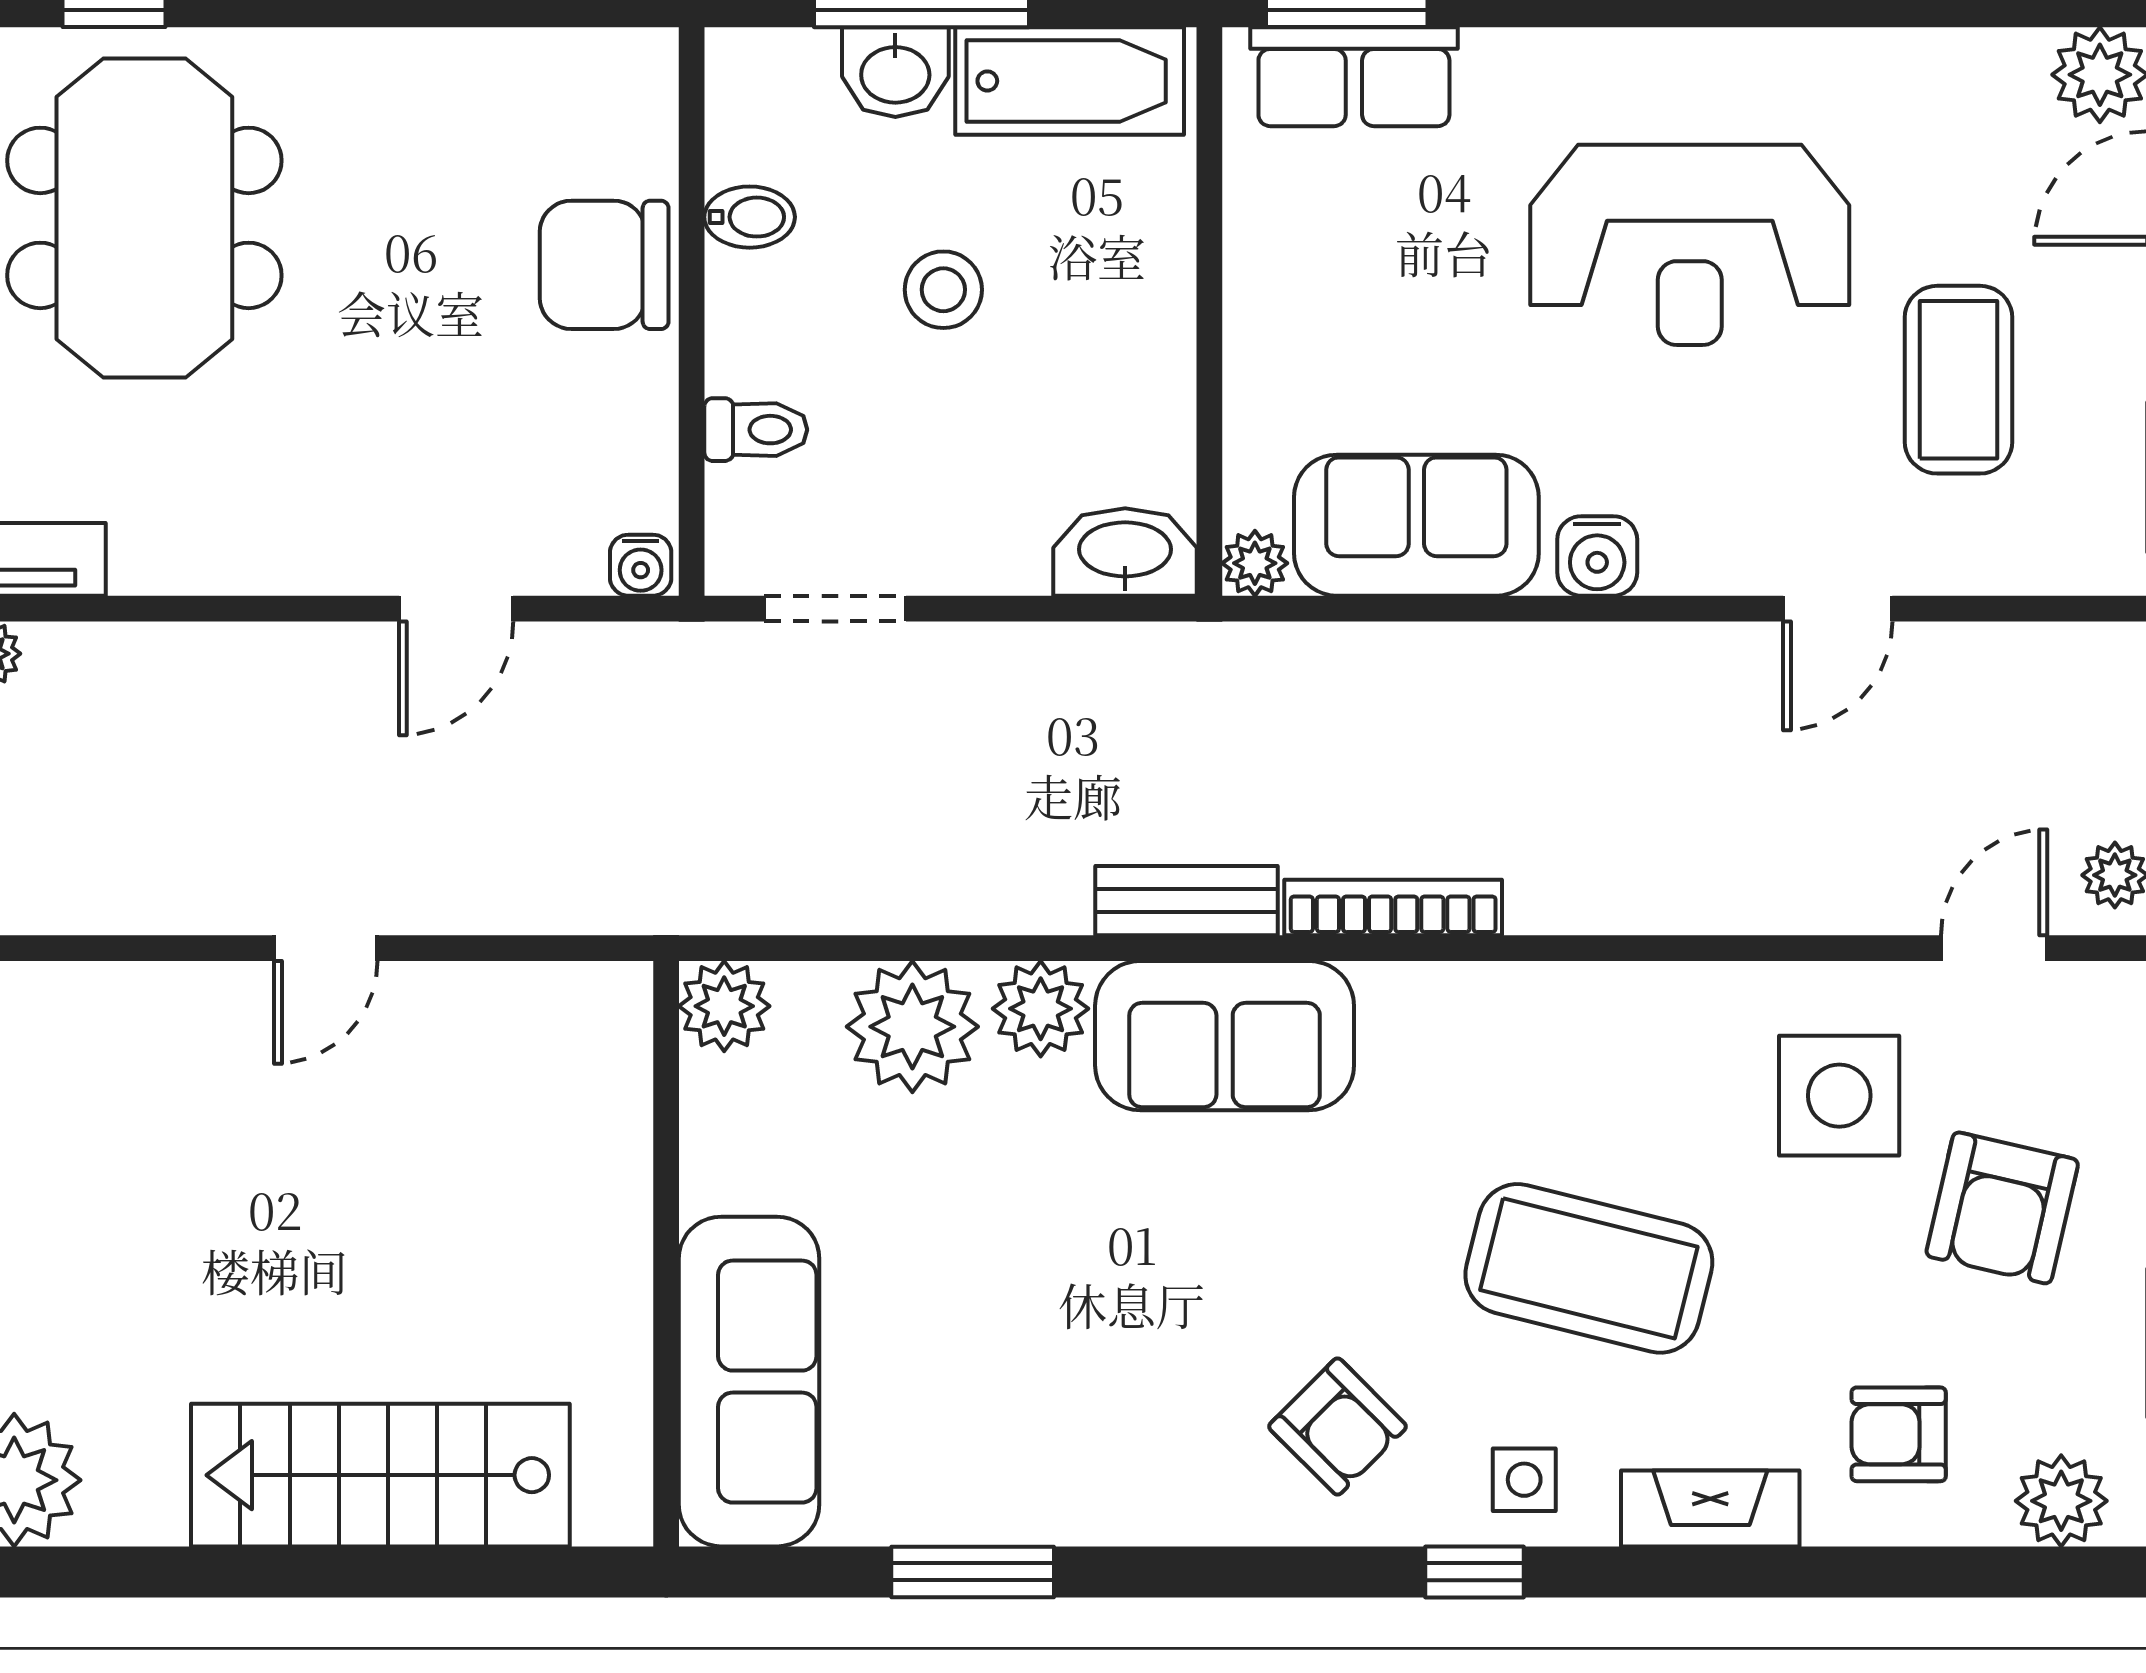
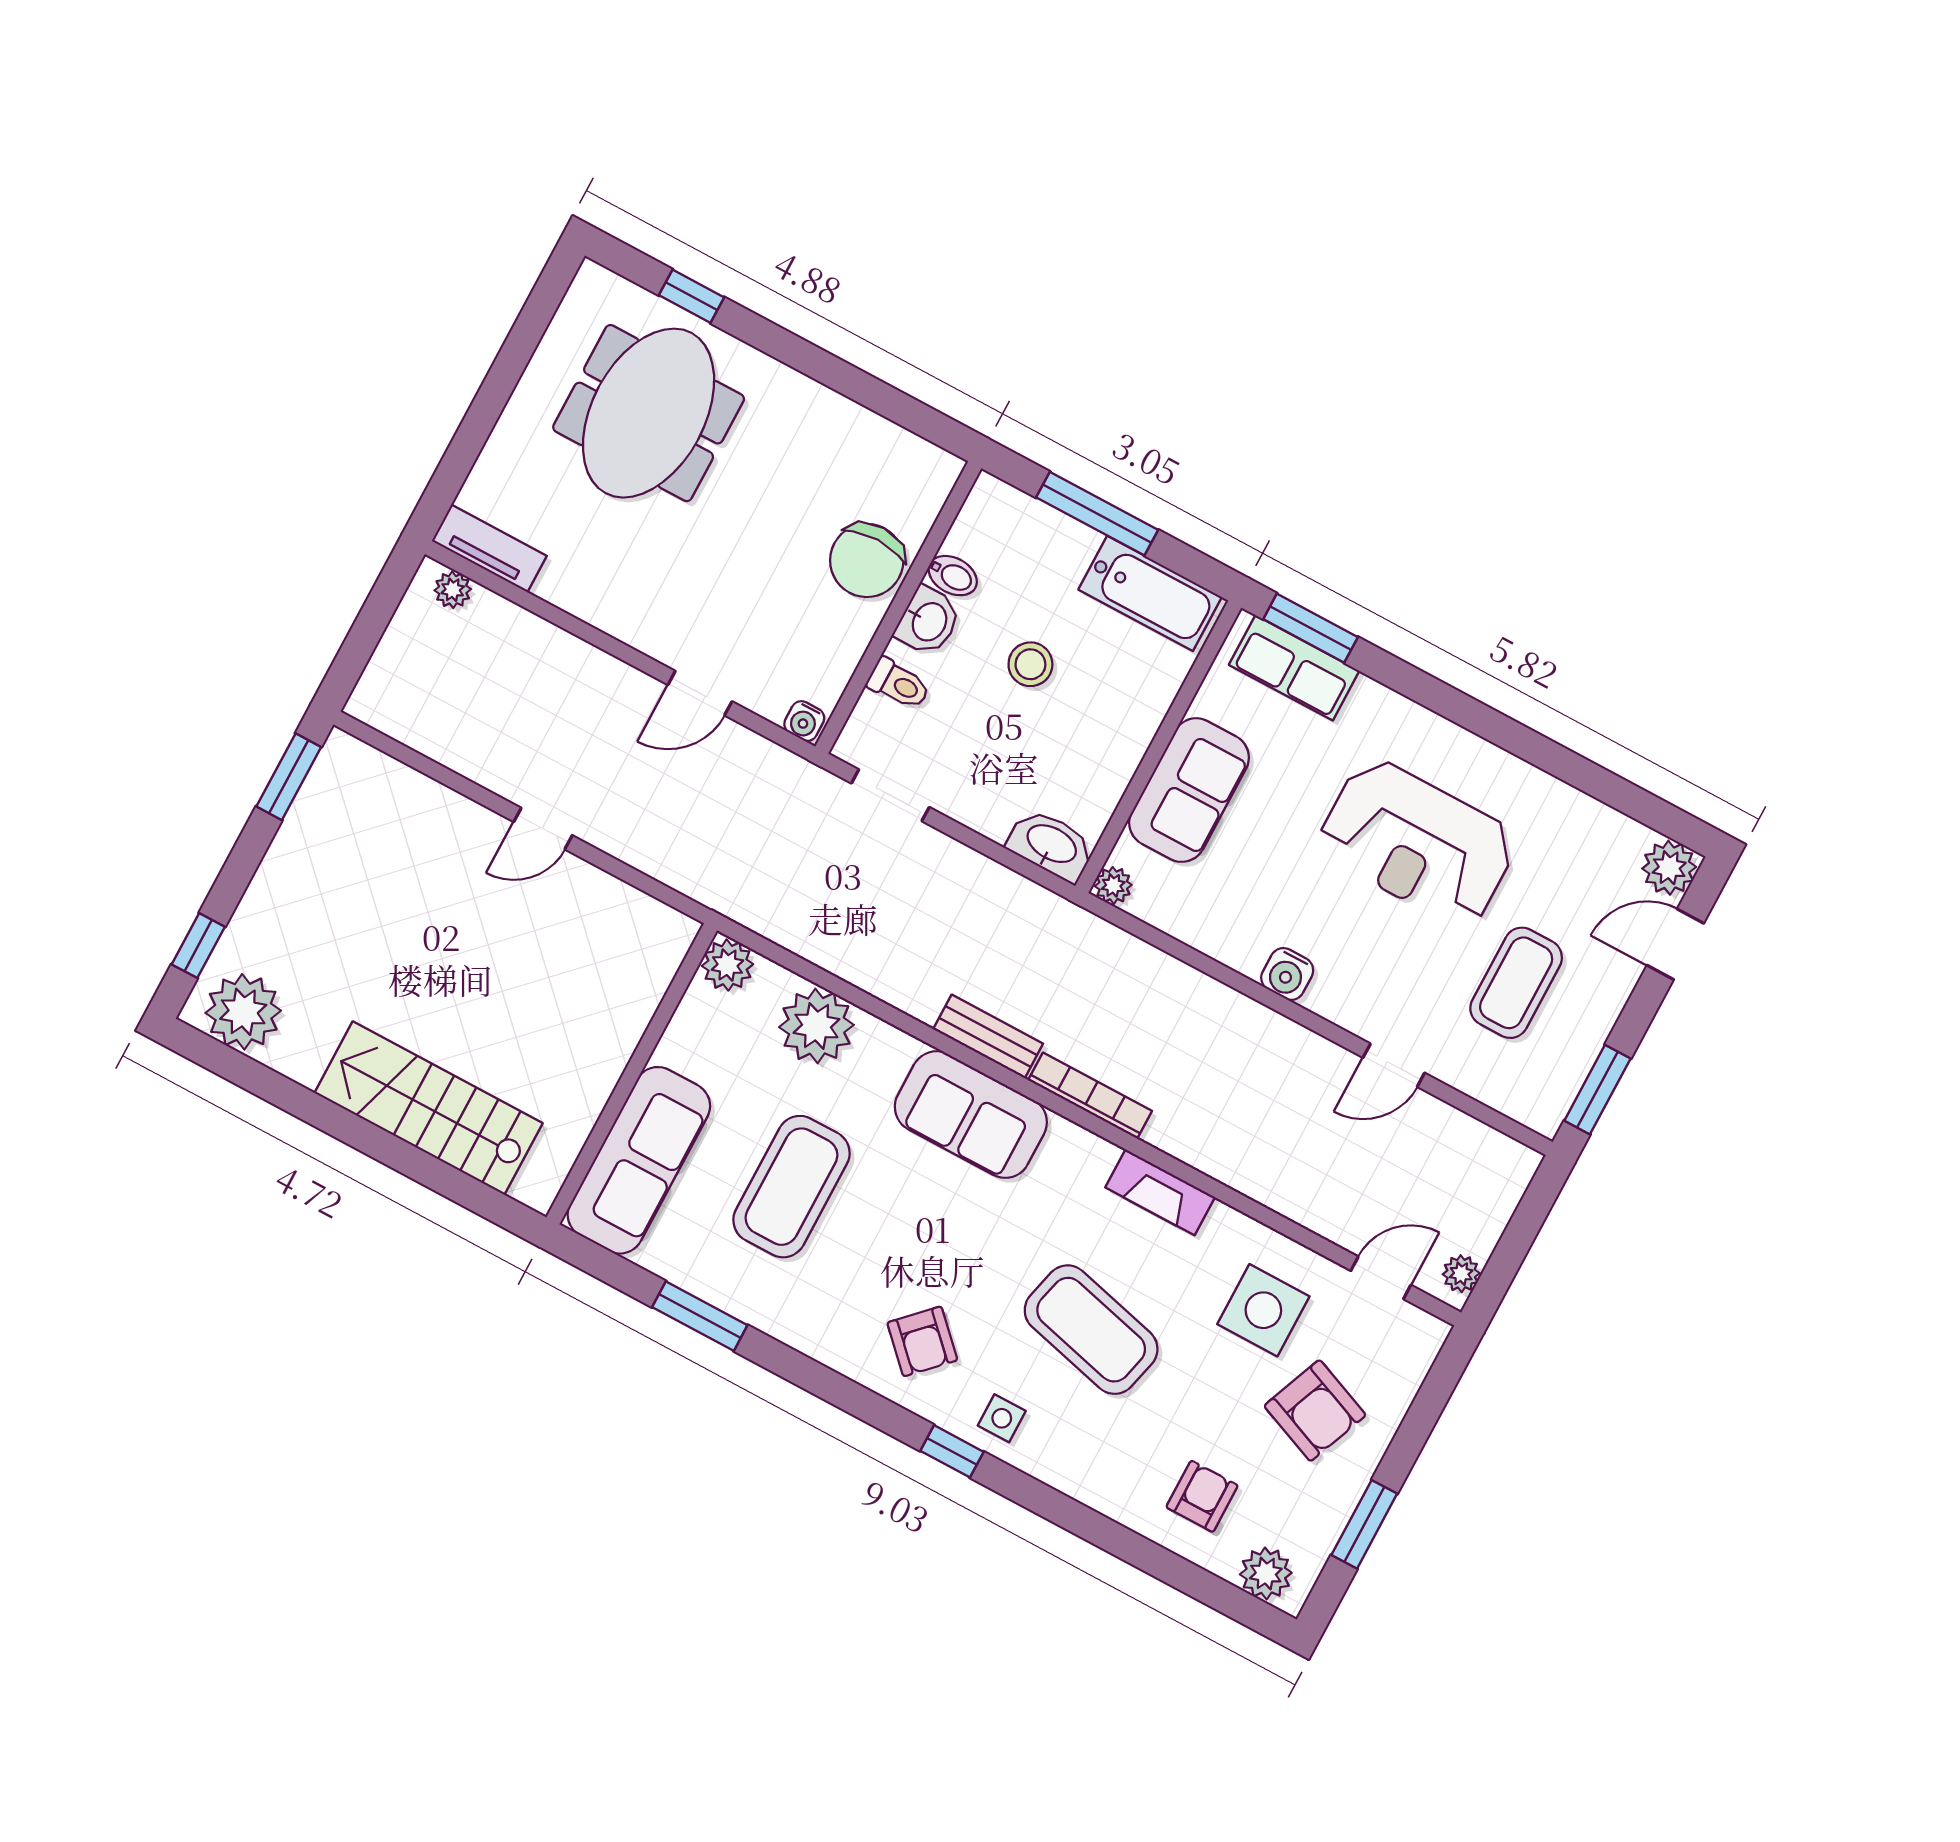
washbasin: (895, 72) -> (928, 621), moved, turned -90
chair: (604, 265) -> (867, 560), turned -90
sofa: (1416, 525) -> (1189, 790), moved, turned 90
plant: (1041, 1009) -> (886, 1052), removed
armchair: (2002, 1208) -> (1315, 1411), turned -81
coffee table: (1007, 1296) -> (791, 1187), added
armchair: (1899, 1434) -> (1202, 1496), turned 90
fireplace: (1710, 1508) -> (1160, 1192), moved, turned 180

